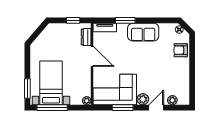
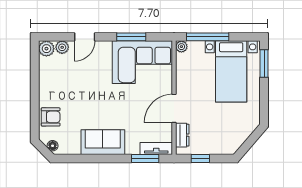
window: (125, 20) -> (145, 158), moved
door: (92, 56) -> (174, 108), hinge flipped
plant: (143, 99) -> (46, 49), moved
window: (52, 108) -> (208, 37), moved

